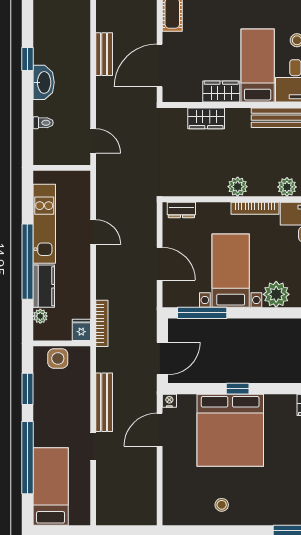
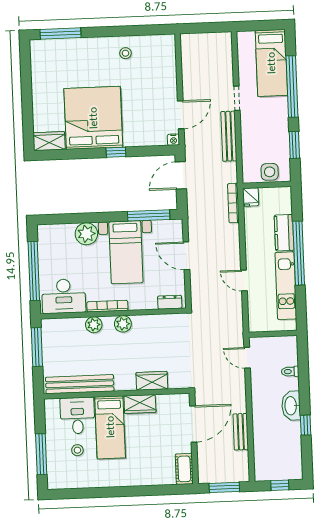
plant: (287, 187) -> (94, 325), moved
plant: (40, 316) -> (286, 207), removed
bed: (230, 430) -> (93, 118), moved

